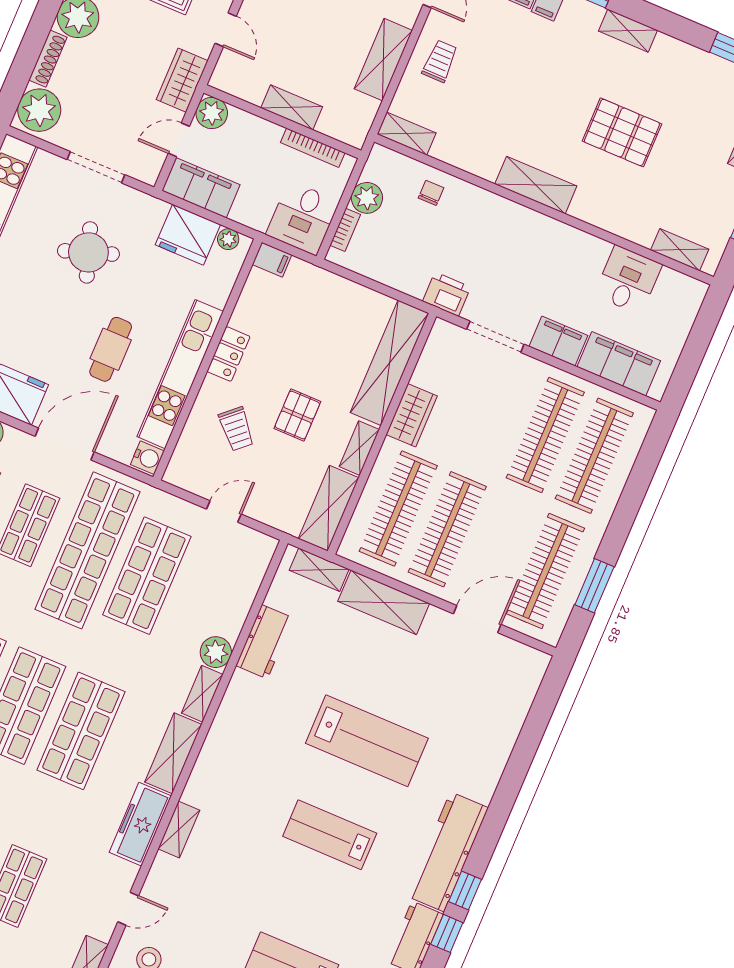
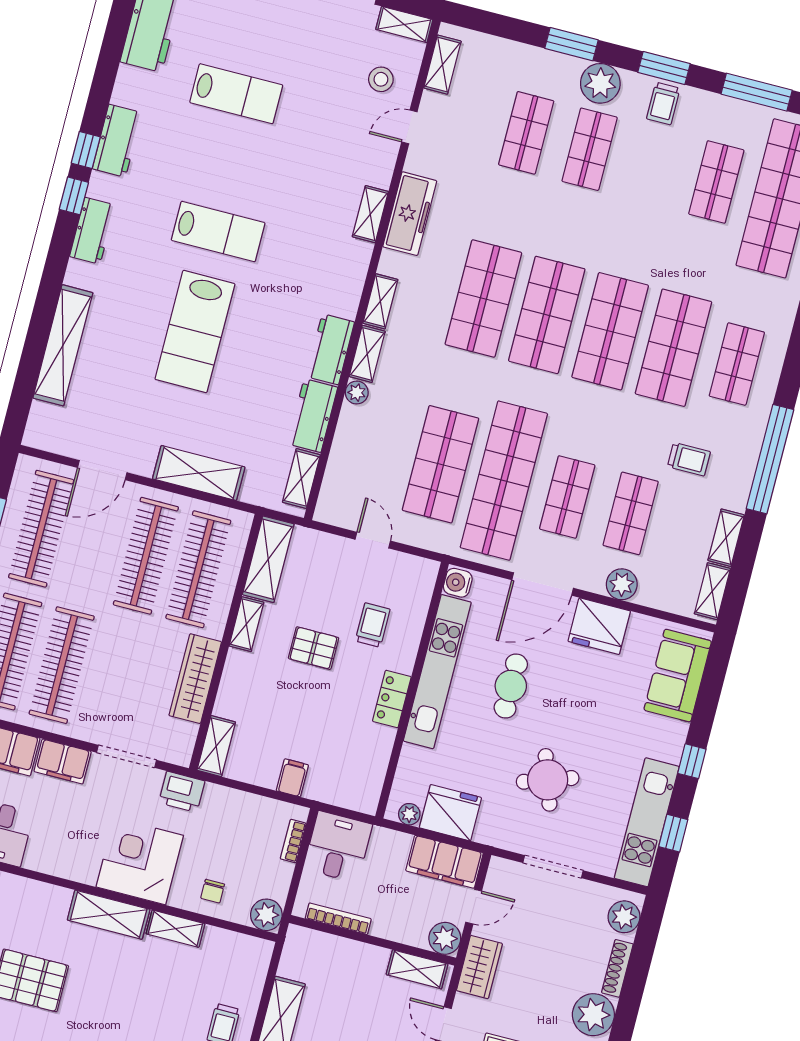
shelving: (292, 107) -> (417, 969), moved
plant: (39, 110) -> (624, 917), width x0.73, depth x0.73
shelving: (407, 134) -> (175, 929), moved
plant: (367, 198) -> (266, 915), moved
corner desk: (498, 233) -> (140, 861), added
filing cabinet: (272, 260) -> (292, 778), moved, turned 90
shelving: (390, 363) -> (216, 746), width x0.45, depth x0.75
pallet: (297, 415) -> (314, 648), turned 90
wardrobe: (412, 415) -> (195, 679), width x1.50
trolley: (236, 429) -> (373, 625), turned 42
door: (224, 512) -> (373, 540), swing flipped
shelving: (319, 570) -> (301, 479), moved, turned 90
plant: (216, 652) -> (357, 393), width x0.73, depth x0.73
workbench: (237, 704) -> (330, 349), added
lab bench: (367, 741) -> (195, 332), turned -90
shelving: (497, 746) -> (63, 345), added
shelving: (173, 753) -> (380, 301), width x0.67, depth x0.75
workbench: (447, 852) -> (92, 231), width x0.53, depth x0.76

